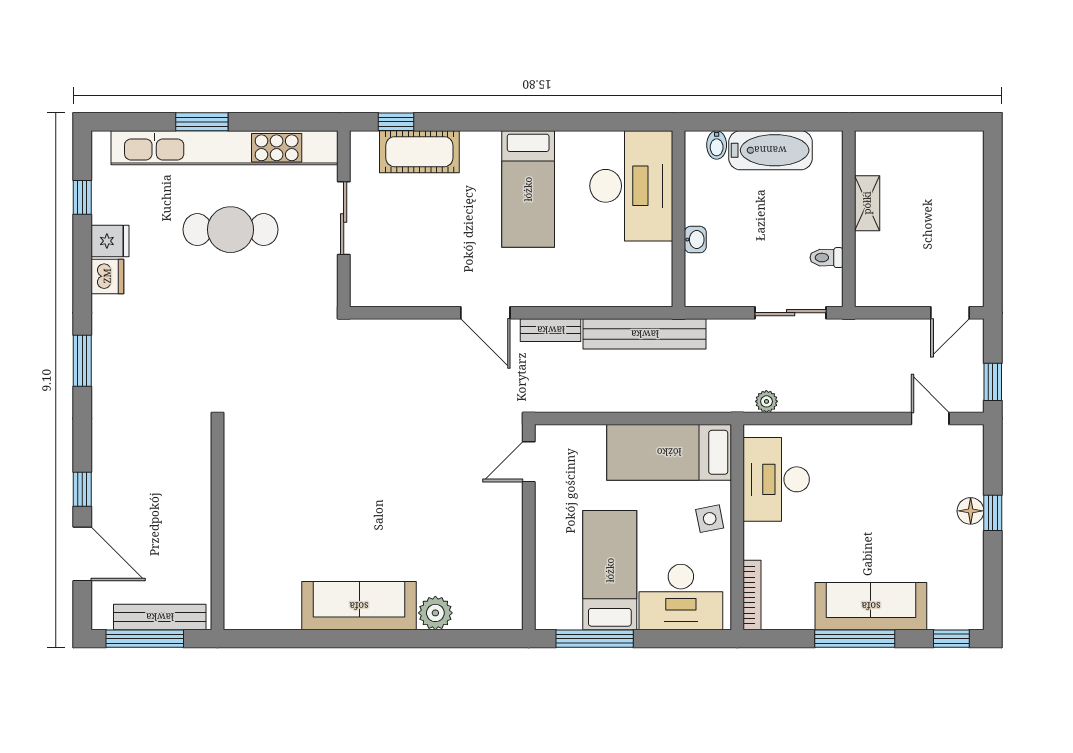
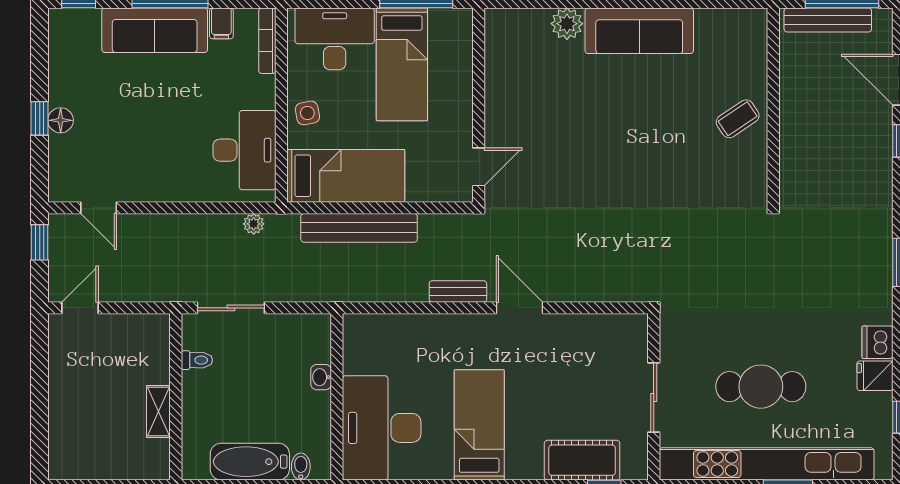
bench: (645, 334) -> (359, 228), moved
coffee table: (255, 512) -> (738, 119), added
filing cabinet: (801, 613) -> (221, 23), added

